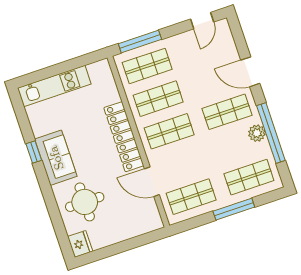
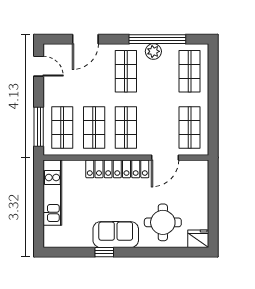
door: (250, 72) -> (85, 39), moved
kitchen unit: (54, 86) -> (52, 193), moved
window: (234, 209) -> (213, 94), removed

